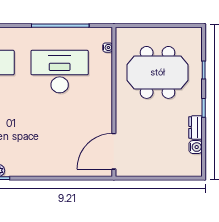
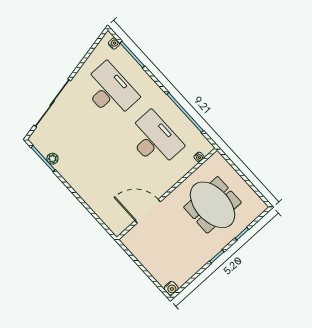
dresser: (196, 127) -> (199, 263), removed
water cooler: (196, 147) -> (171, 288), moved
door: (114, 151) -> (148, 211), moved

